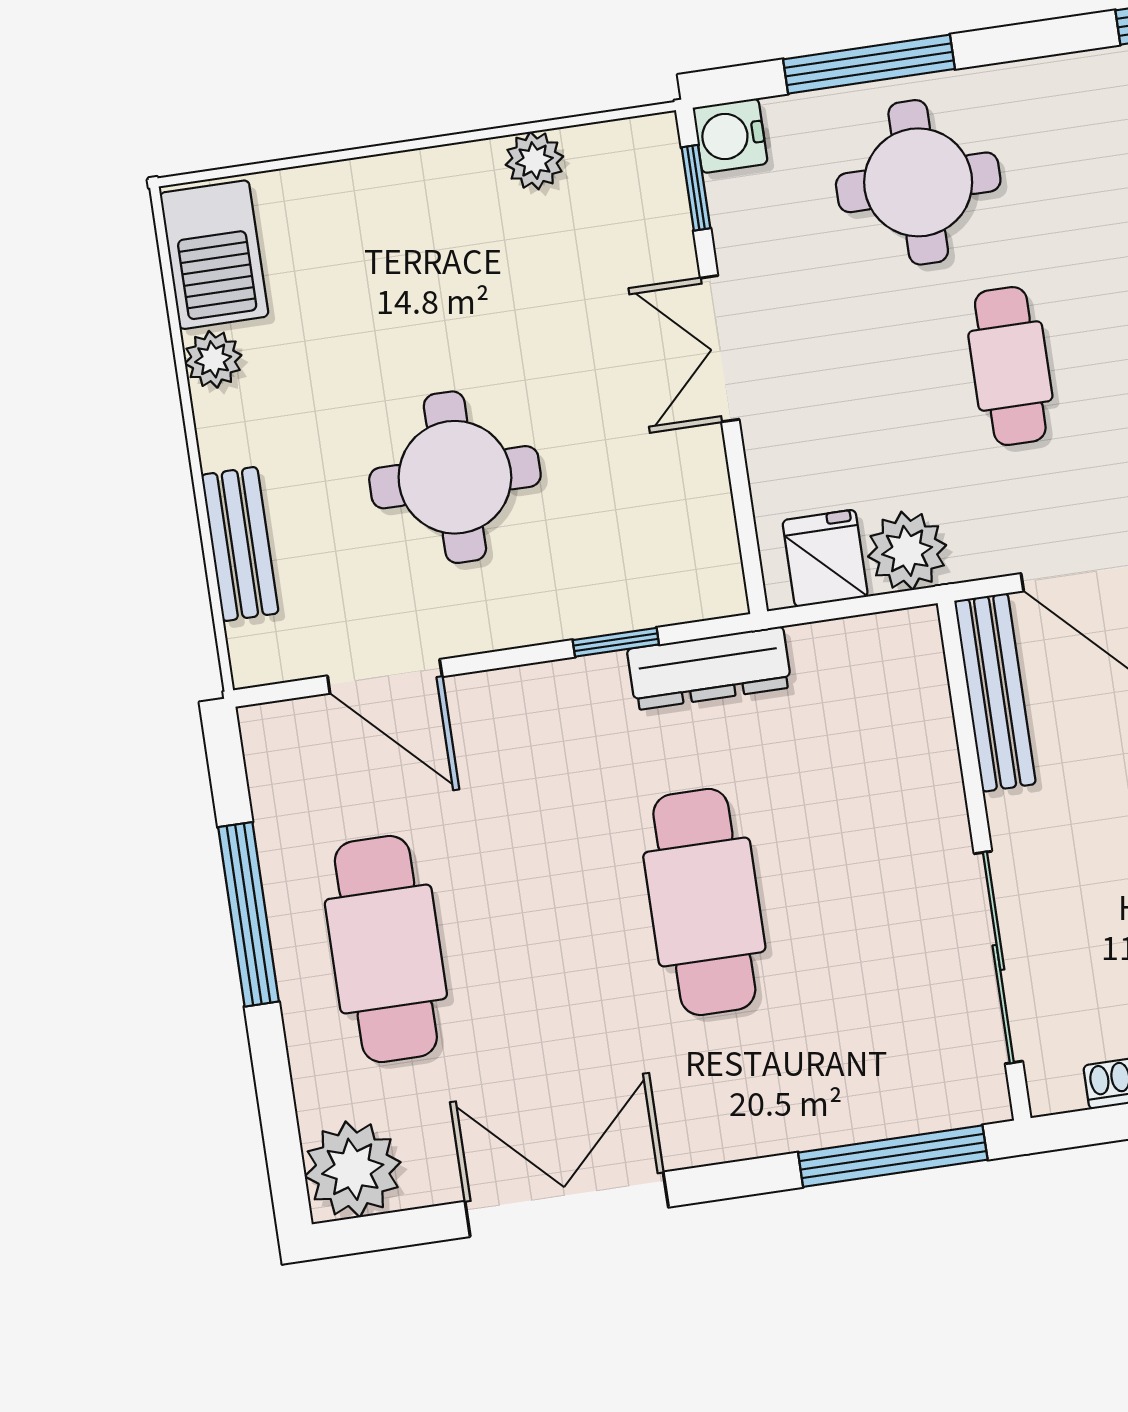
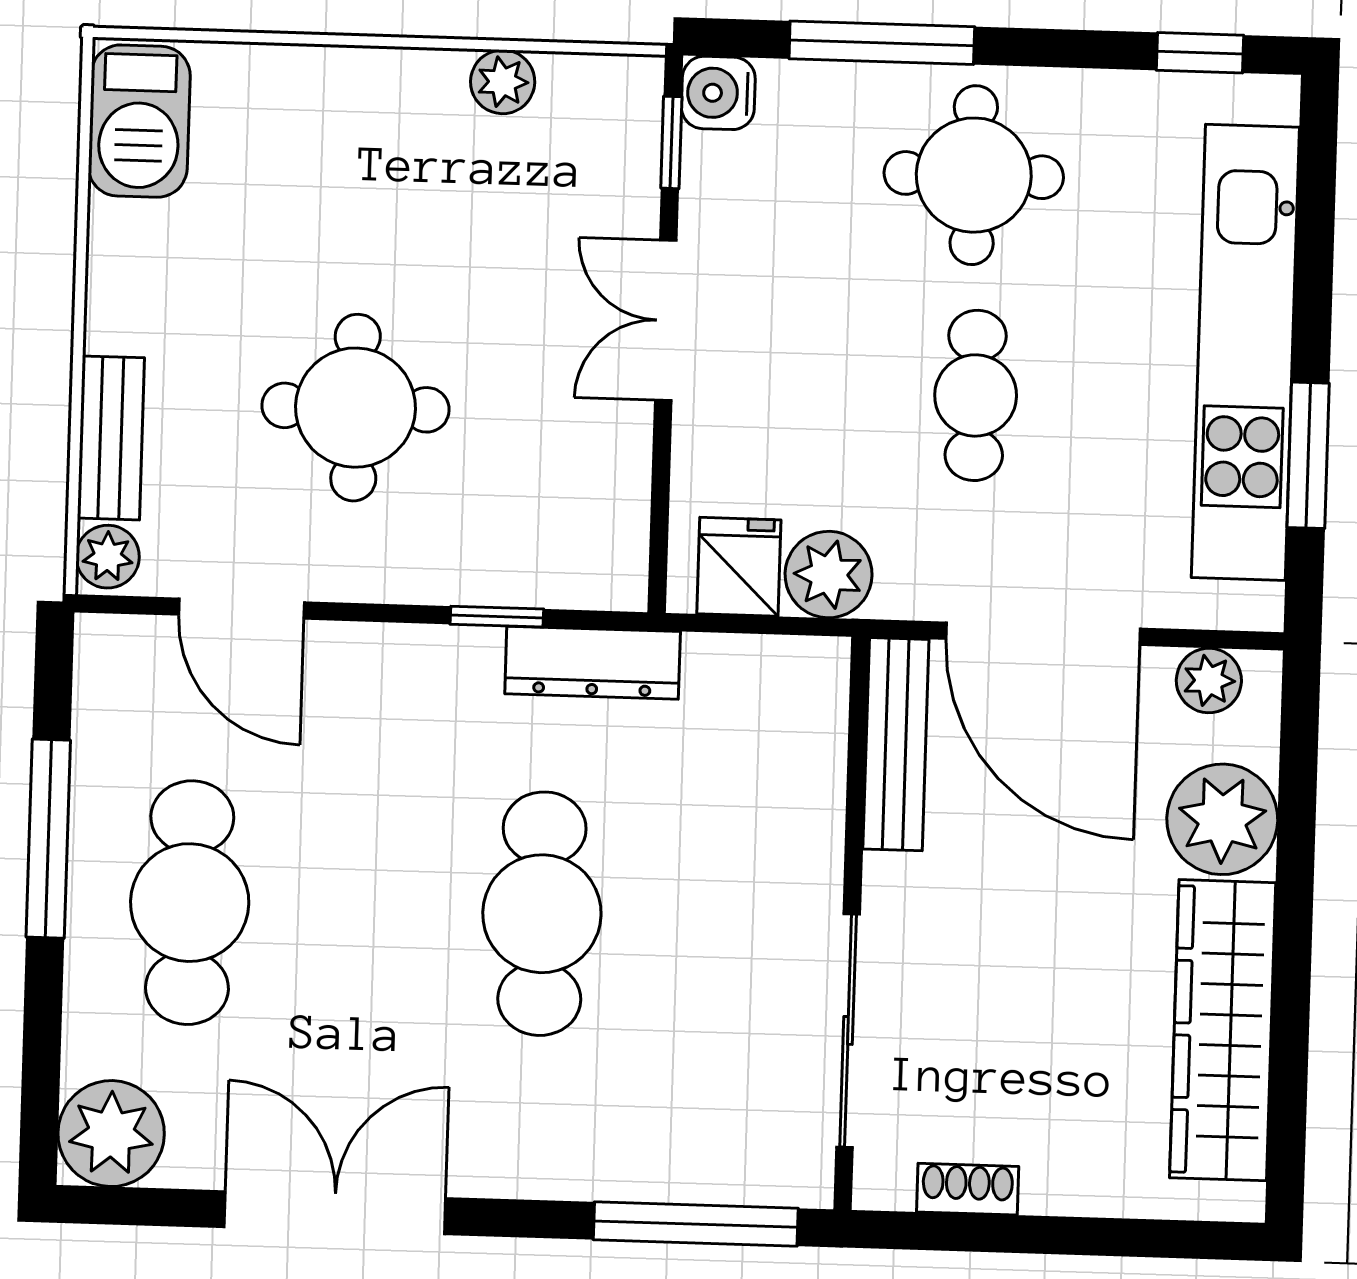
round table: (918, 182) -> (974, 175), moved
plant: (213, 359) -> (108, 557), moved

